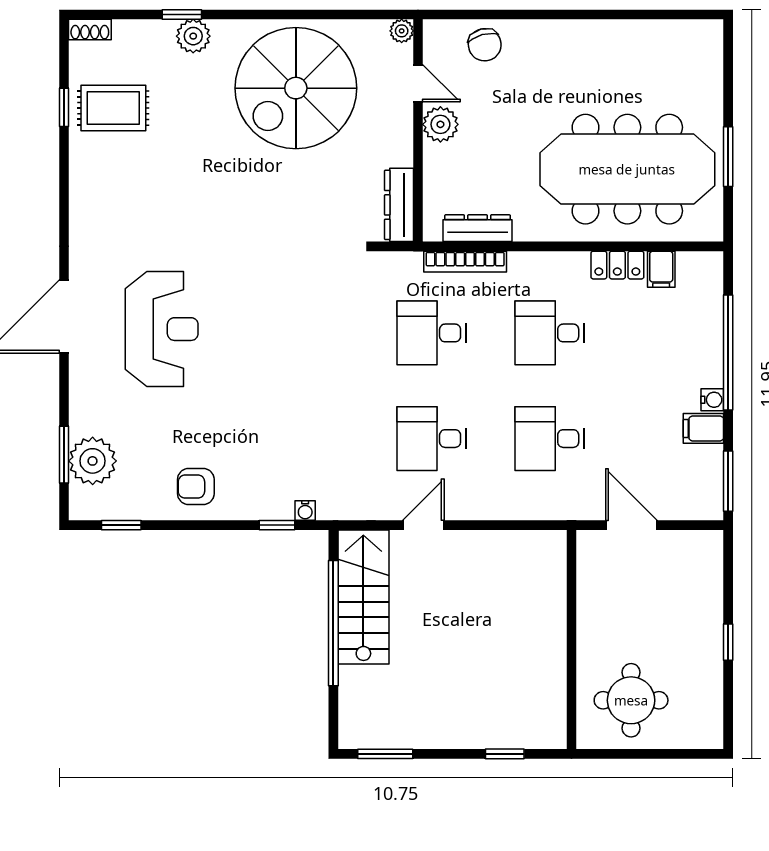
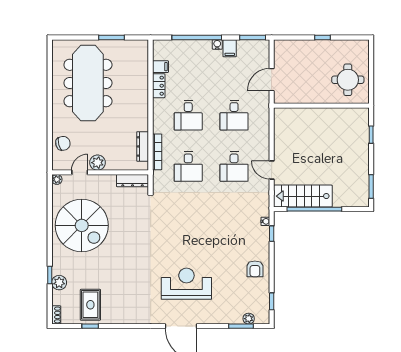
plant: (193, 36) -> (59, 283), moved
meeting table: (627, 169) -> (88, 83), moved
plant: (93, 461) -> (249, 319), width x0.53, depth x0.53

